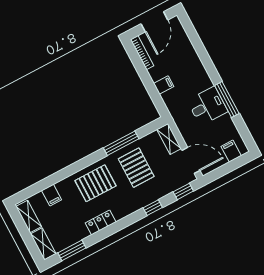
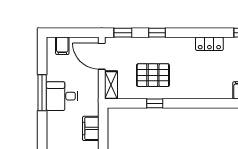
filing cabinet: (164, 85) -> (91, 128), width x2.00
window: (121, 143) -> (155, 103), width x0.46
pallet: (136, 168) -> (153, 75), turned 90
pallet: (95, 183) -> (196, 80), removed

